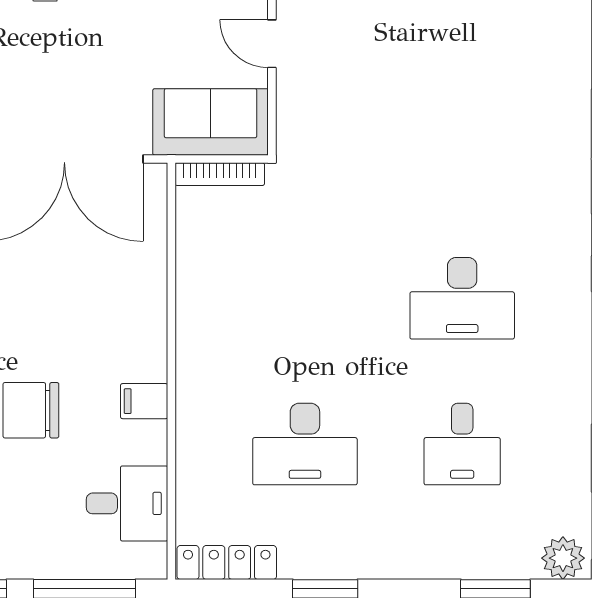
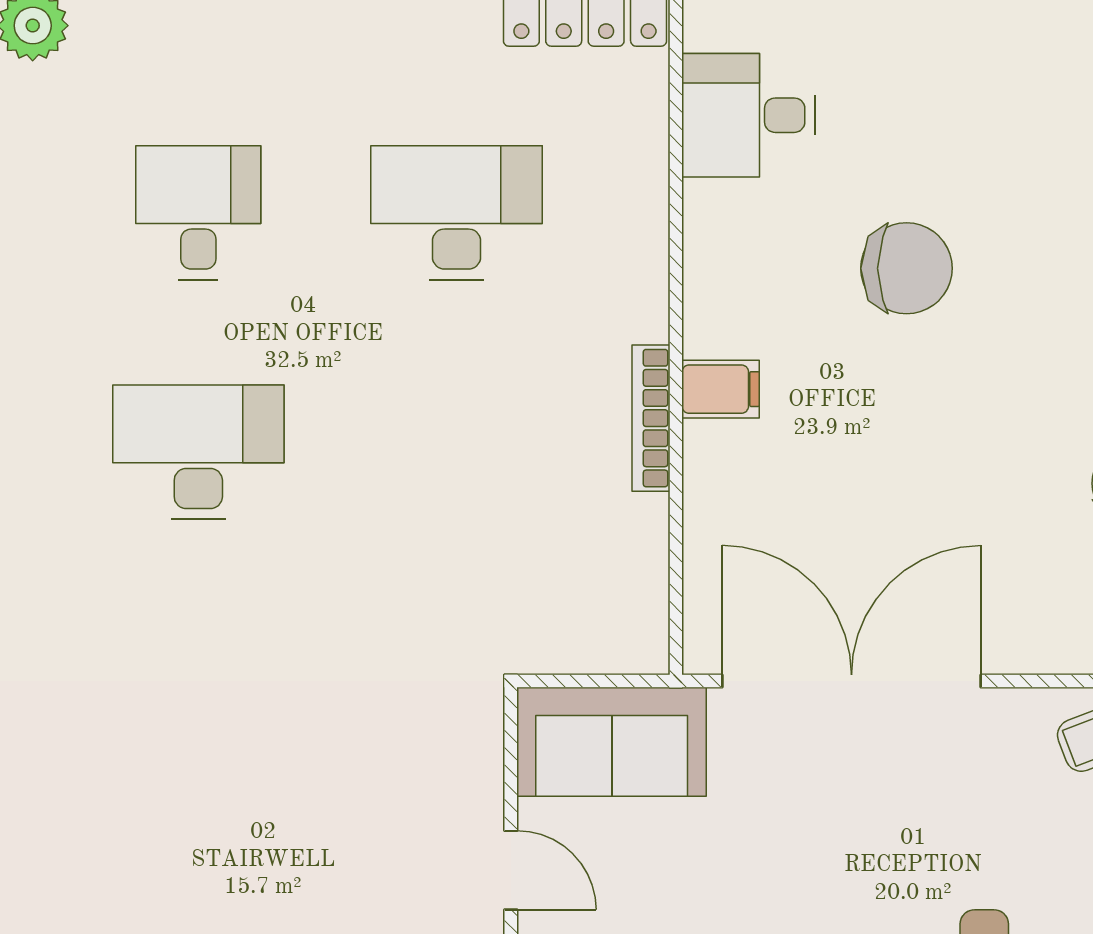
bookcase: (220, 174) -> (651, 418), moved, turned -90
filing cabinet: (144, 401) -> (721, 389), moved

